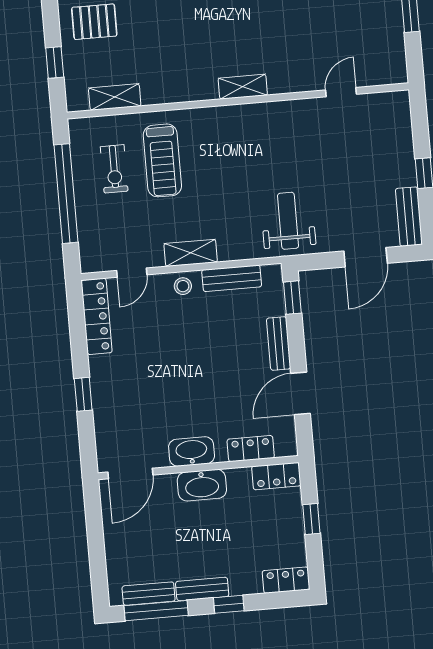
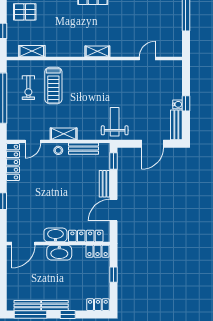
water cooler: (408, 176) -> (178, 104), added
locker: (251, 449) -> (86, 236), width x1.53

